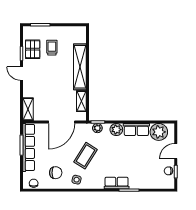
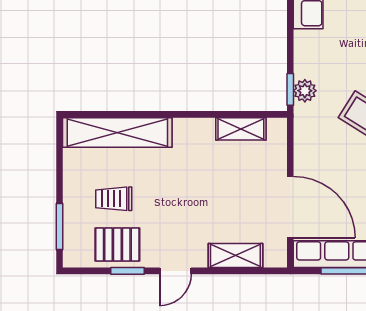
shelving: (80, 67) -> (117, 132), moved
shelving: (28, 109) -> (235, 256), moved
door: (62, 122) -> (290, 207), moved
plant: (116, 130) -> (308, 46), removed

